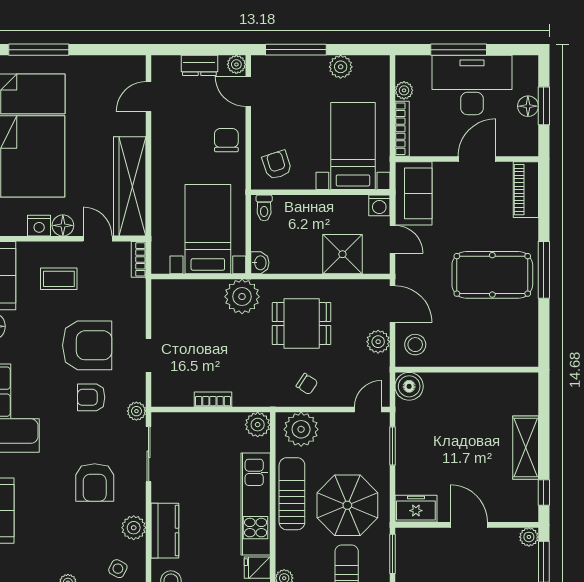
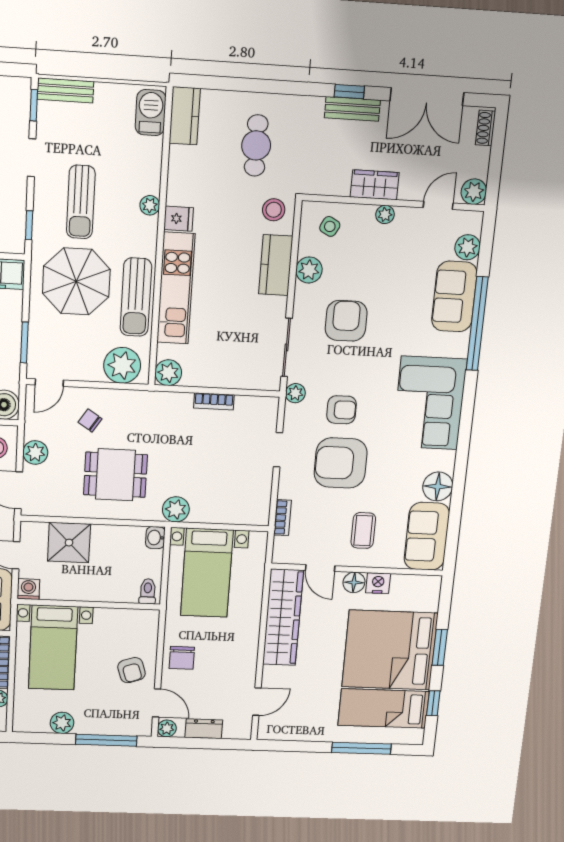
armchair: (277, 165) -> (131, 670), moved
bookcase: (139, 259) -> (282, 518), moved
coffee table: (59, 279) -> (363, 531), turned 90
plant: (242, 297) -> (176, 509), width x0.73, depth x0.73
chair: (307, 384) -> (90, 421), moved
window: (392, 554) -> (29, 225), width x0.67

